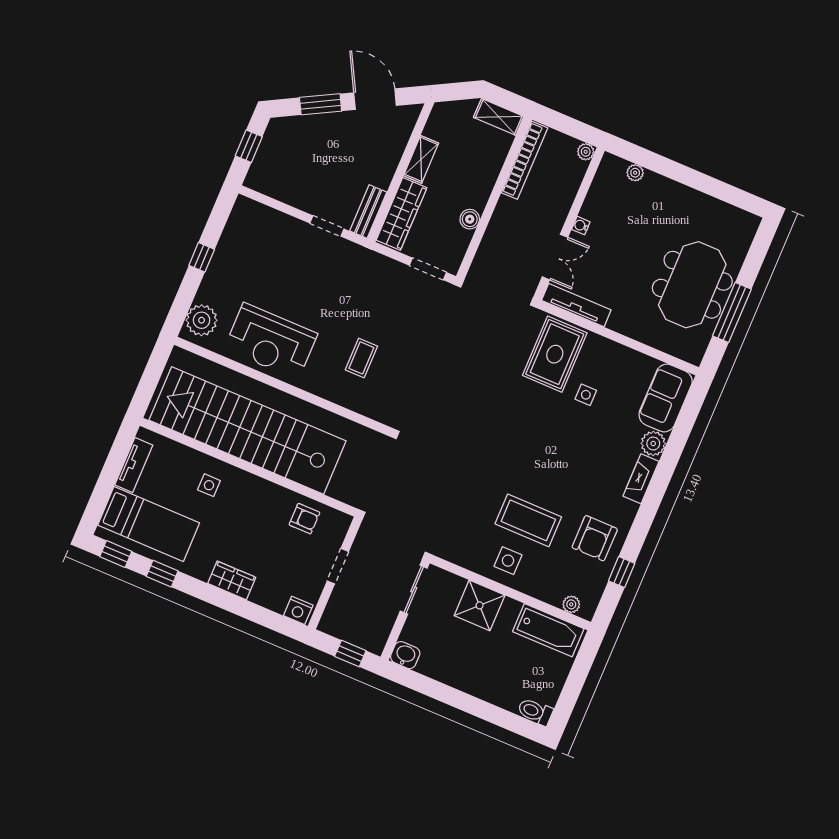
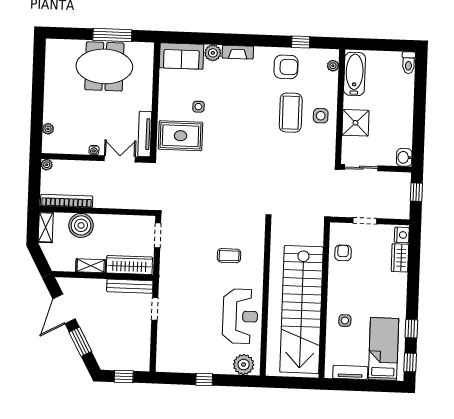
bench: (368, 211) -> (130, 286), width x1.36
boiler: (470, 219) -> (81, 225), moved, width x1.86, depth x1.86
wardrobe: (232, 580) -> (400, 258), moved

